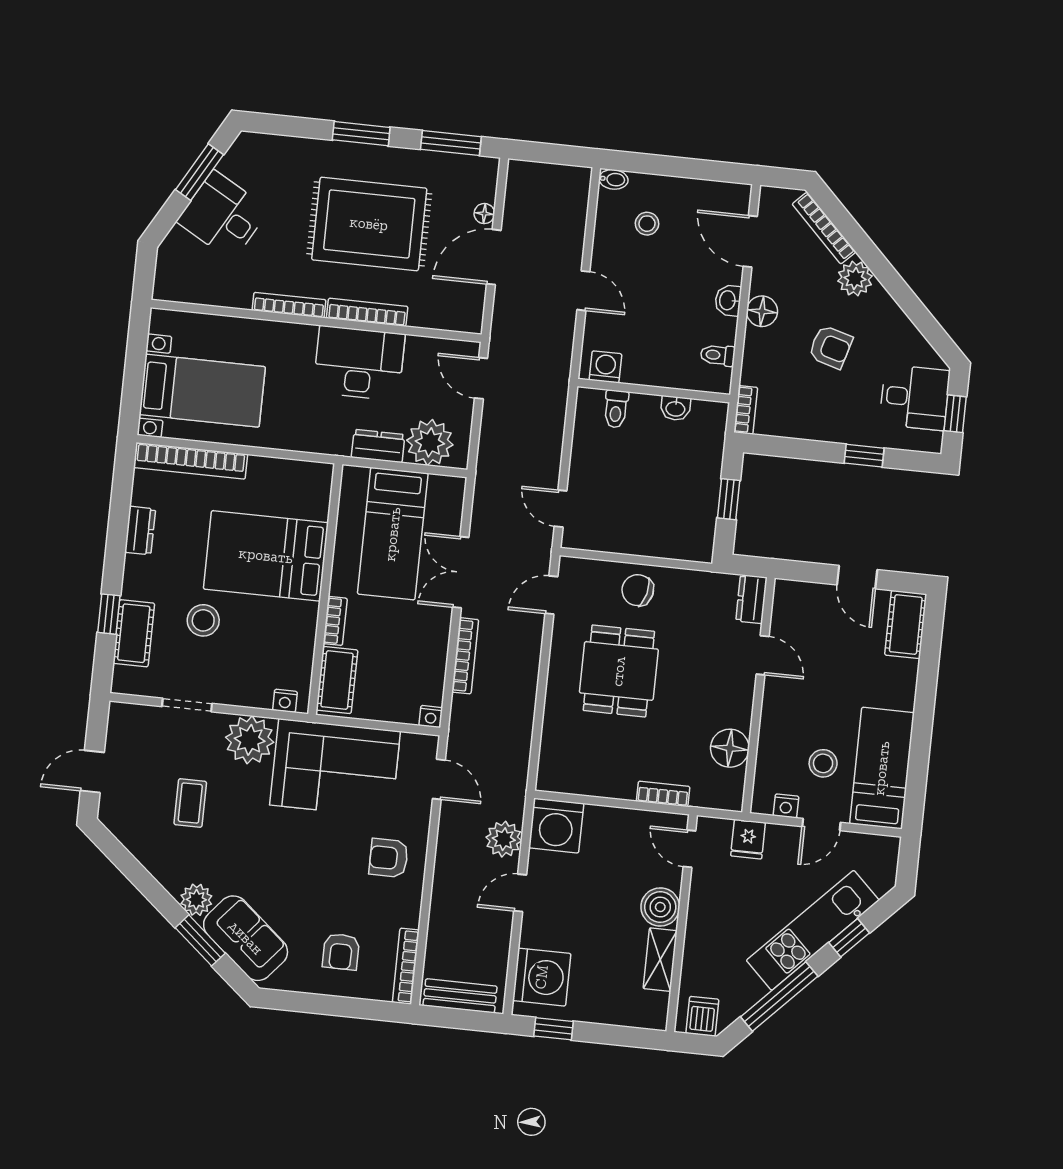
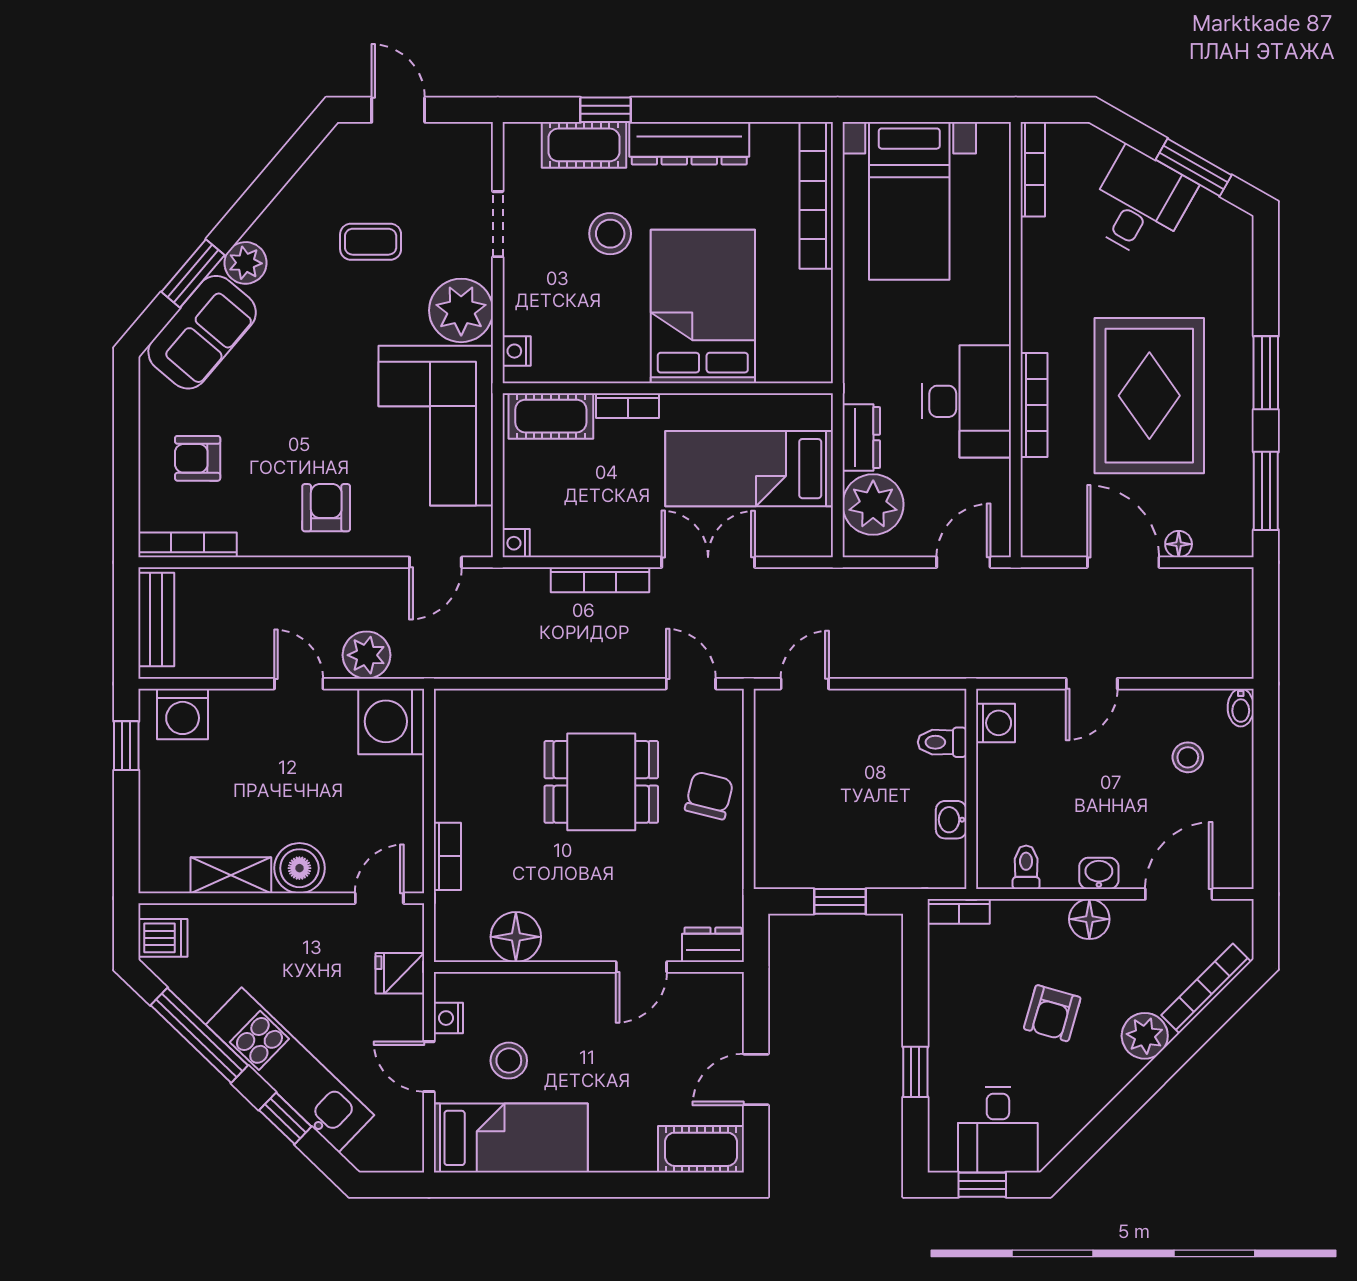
bookcase: (289, 305) -> (1033, 169), moved
dresser: (140, 531) -> (689, 143), width x1.96, depth x1.24
washing machine: (542, 977) -> (183, 714), width x0.73, depth x0.73

